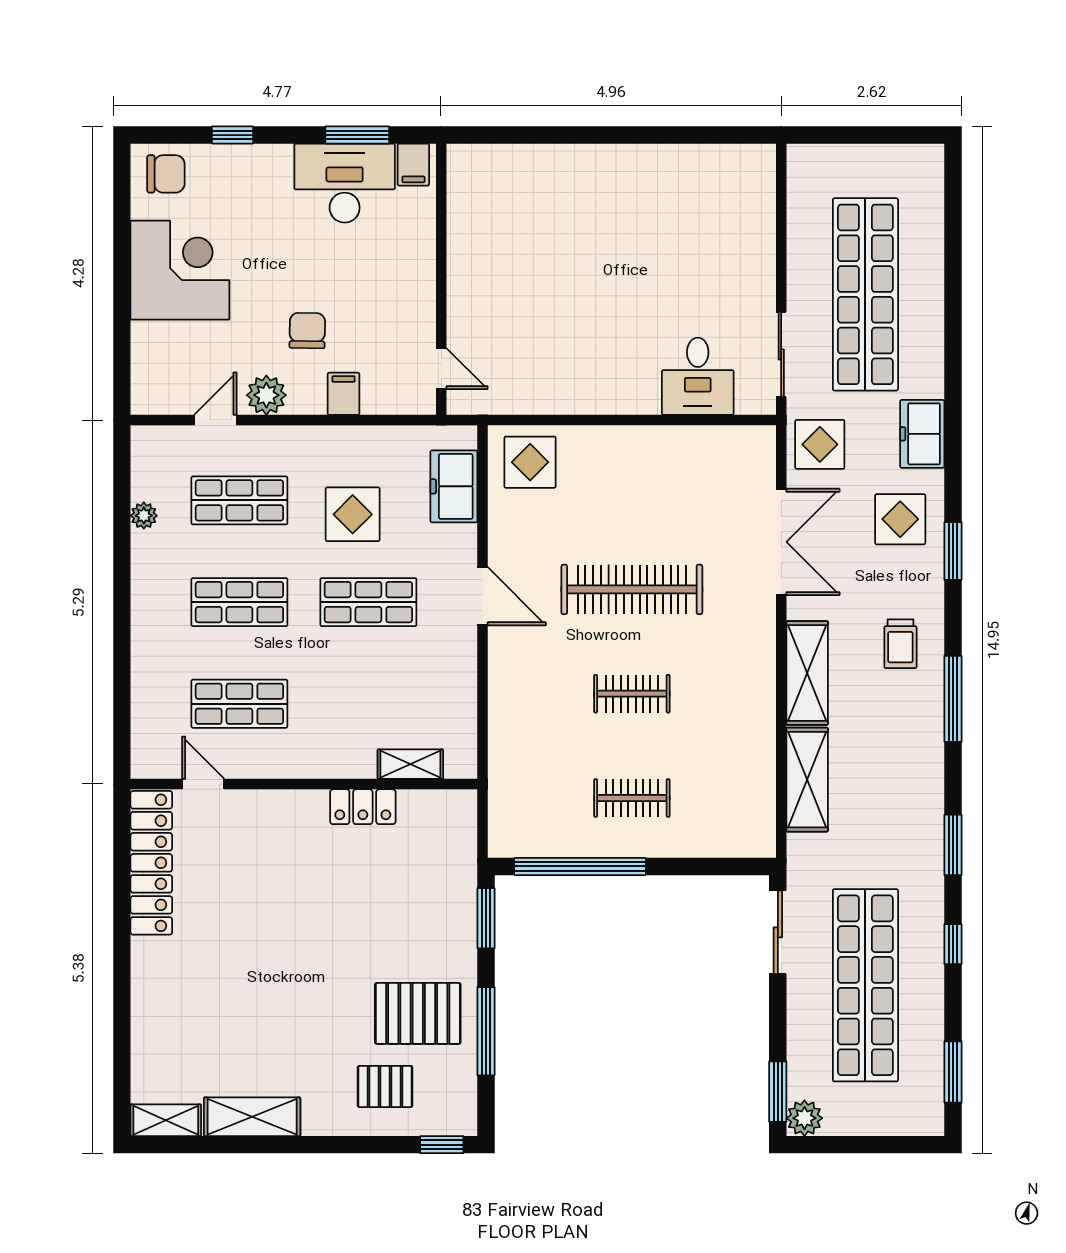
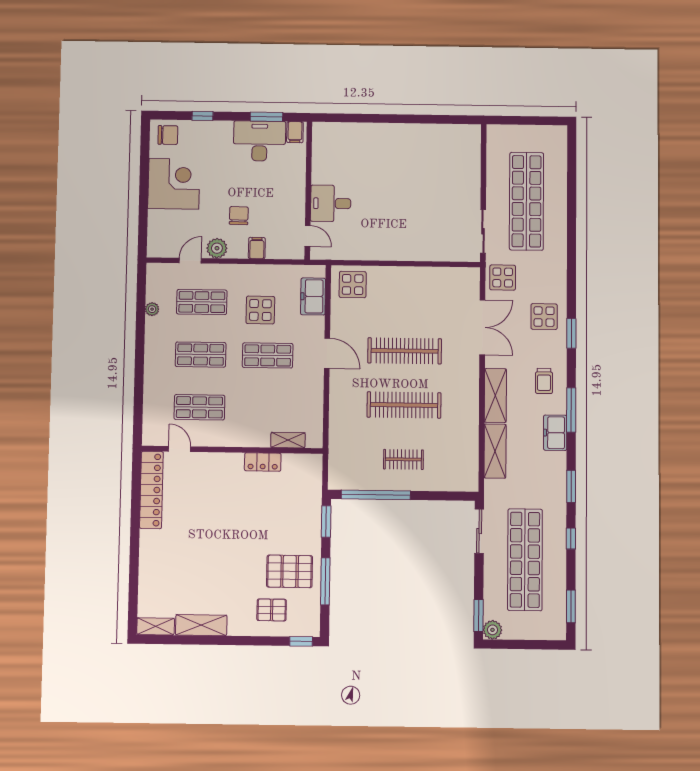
desk: (698, 376) -> (331, 203), moved, turned 90
freezer: (922, 434) -> (555, 433), moved
clothes rail: (632, 694) -> (404, 405), width x1.86, depth x1.31

